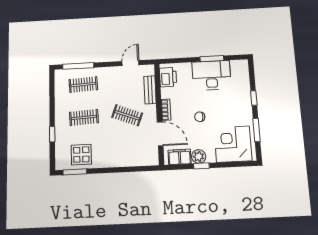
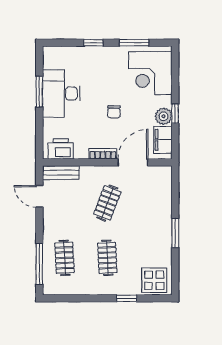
bench: (150, 90) -> (61, 173), moved
display table: (81, 155) -> (154, 280), moved
window: (75, 172) -> (175, 233), moved

